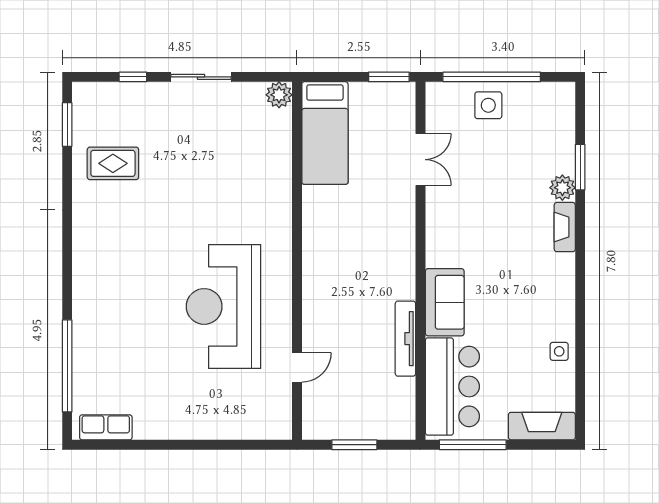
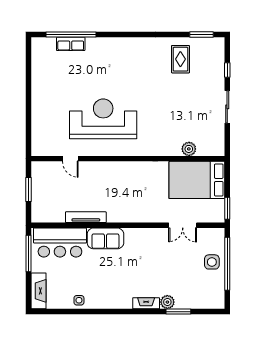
plant: (279, 95) -> (189, 149), moved
bed: (325, 133) -> (197, 180), width x1.50
row of seats: (106, 427) -> (71, 44), moved, turned 90

